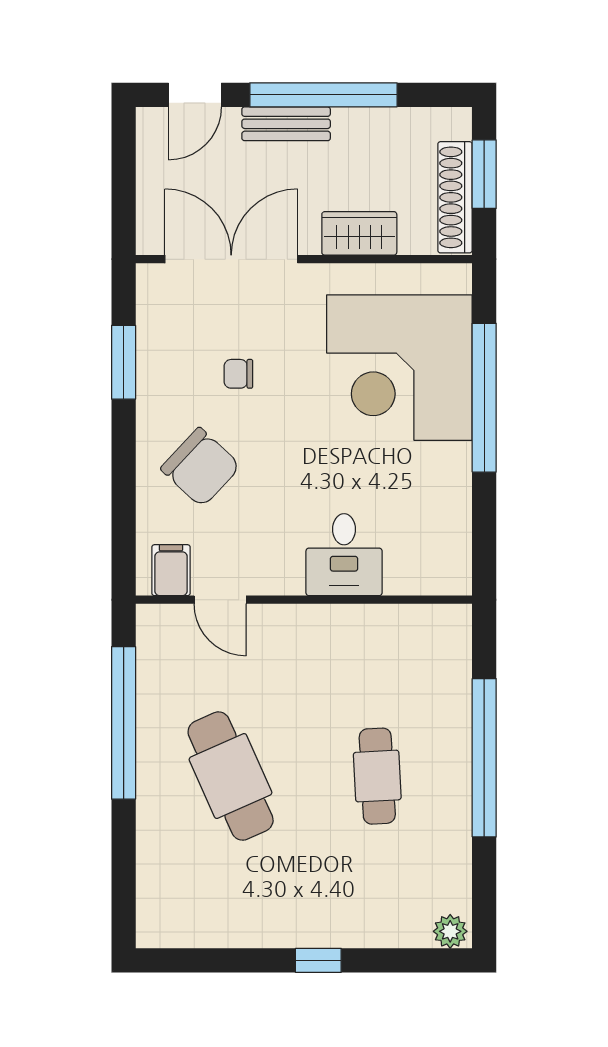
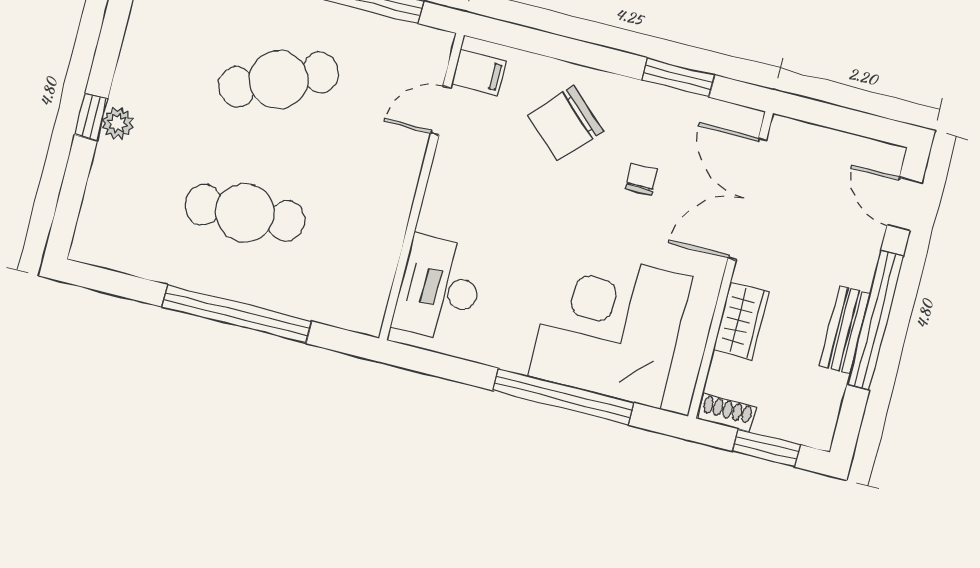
bench: (286, 124) -> (845, 330), moved
shoe rack: (455, 197) -> (727, 413), width x0.51, depth x0.81
double door: (231, 259) -> (747, 199), swing flipped
desk: (344, 555) -> (439, 289), moved, width x1.37
cafe table: (377, 776) -> (245, 213), width x1.37, depth x1.35
plant: (450, 931) -> (118, 123), moved

